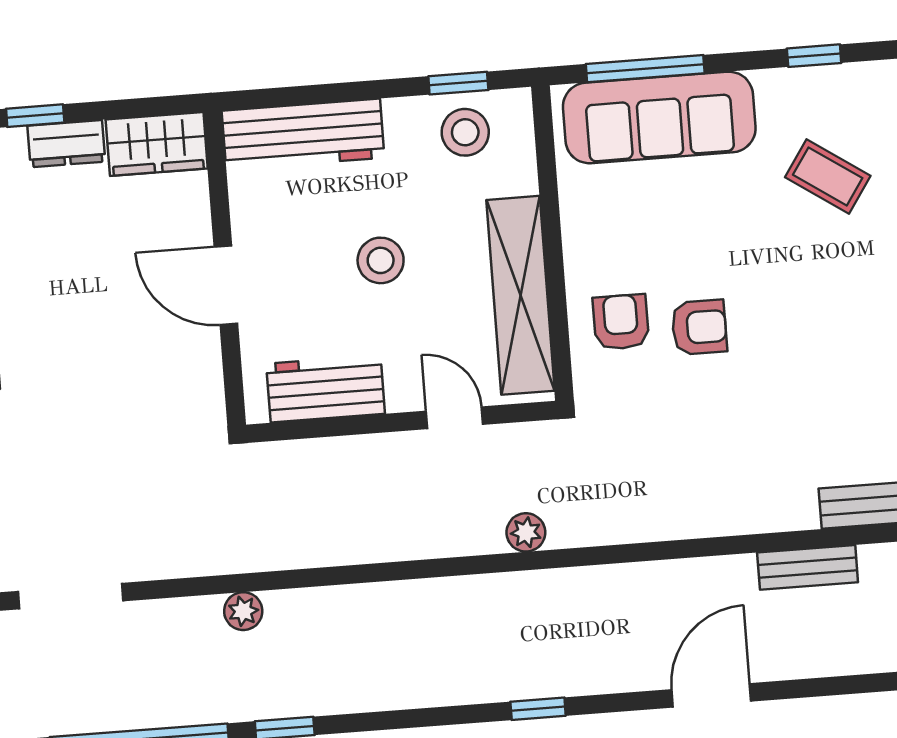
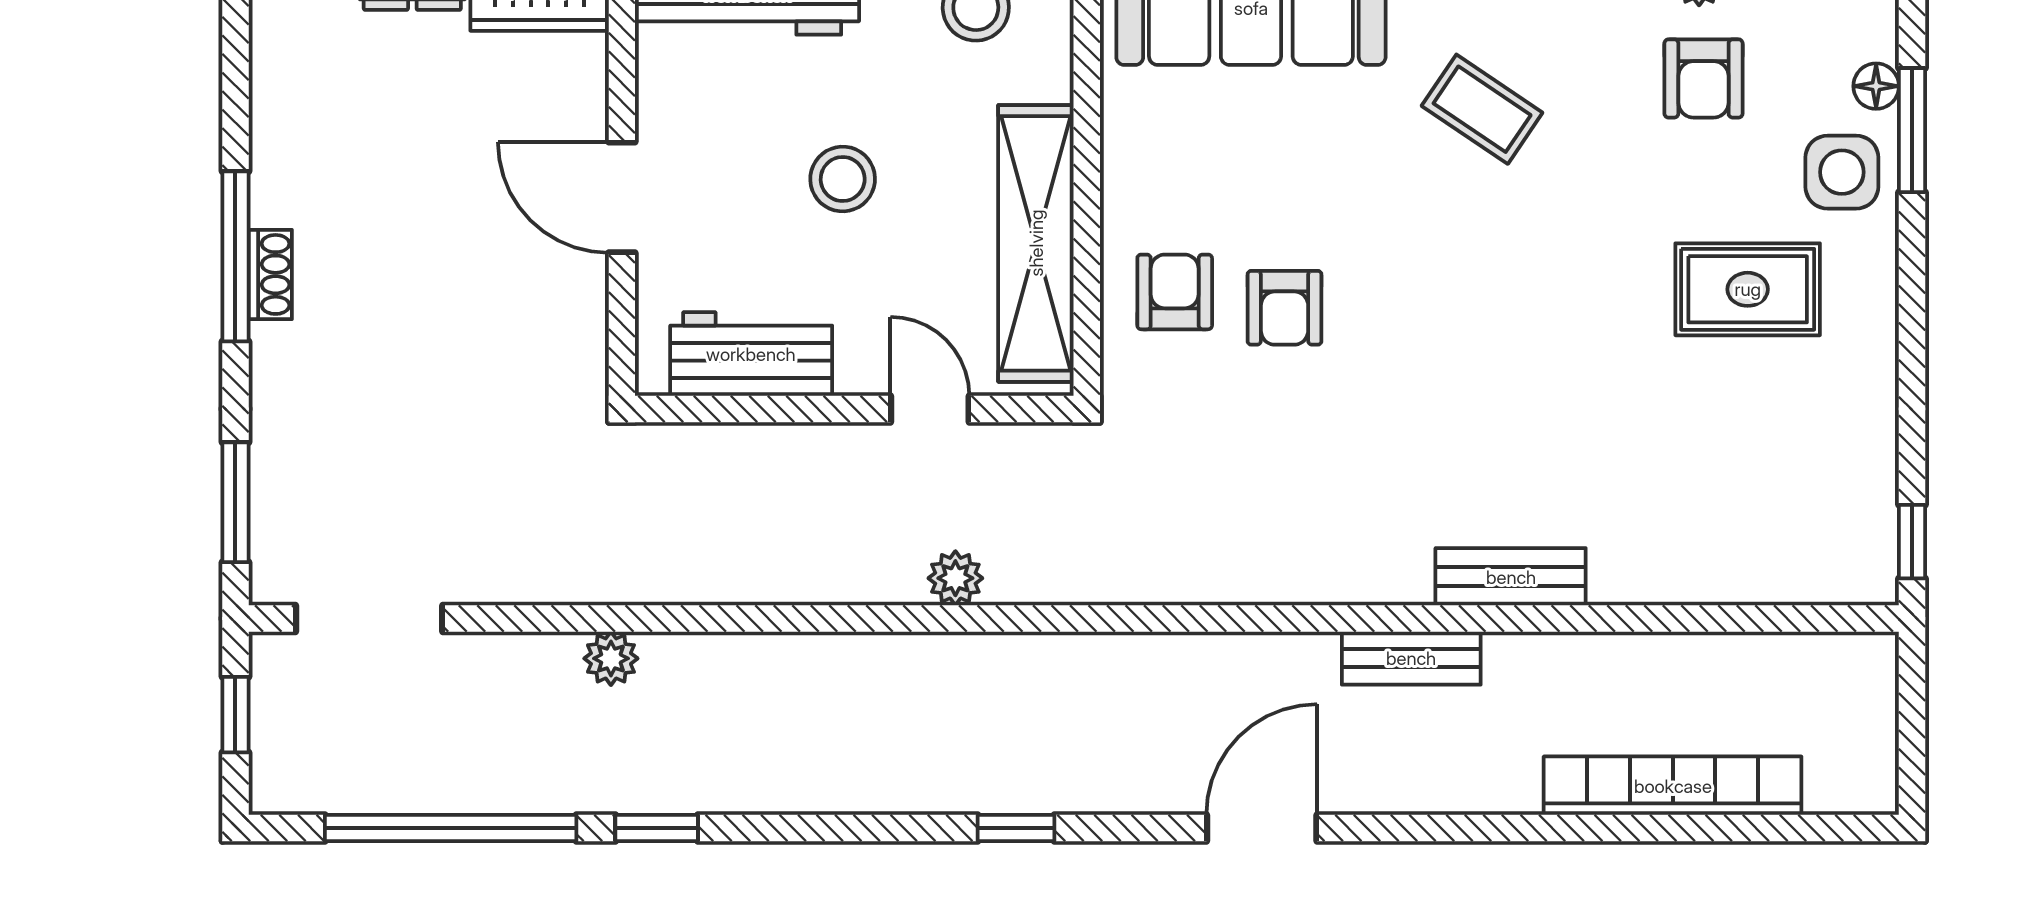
armchair: (699, 327) -> (1285, 308), turned 90
plant: (526, 532) -> (955, 578), moved

